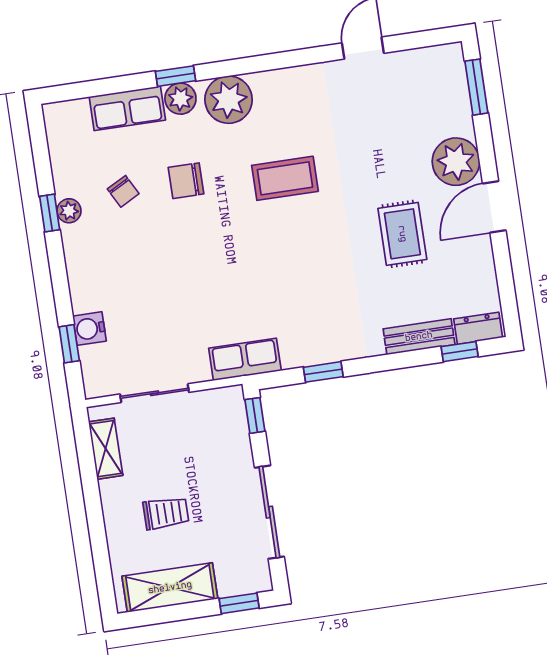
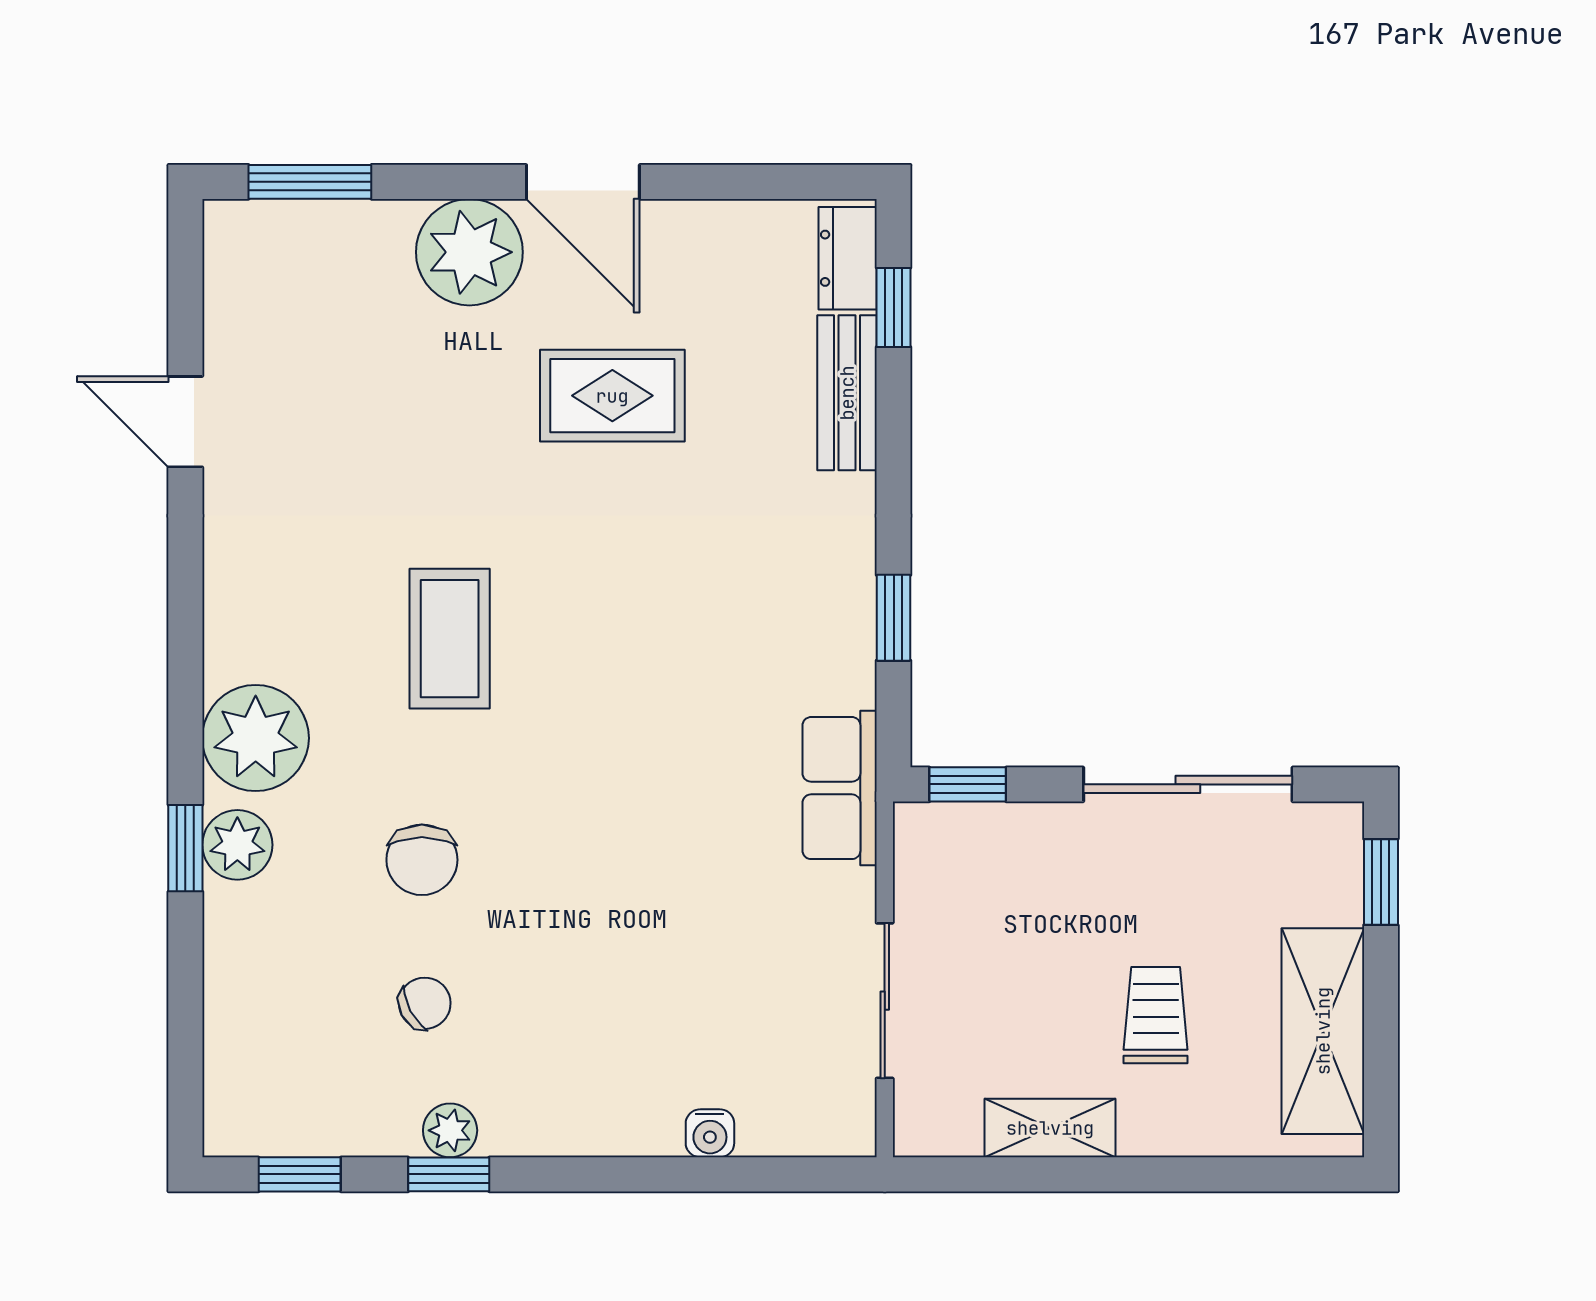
row of seats: (127, 108) -> (241, 967), removed
water cooler: (89, 329) -> (710, 1133), width x0.72, depth x0.72
window: (69, 344) -> (300, 1174), moved
shelving: (106, 449) -> (1050, 1128), moved

